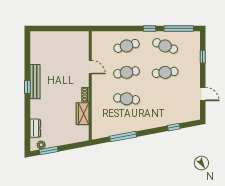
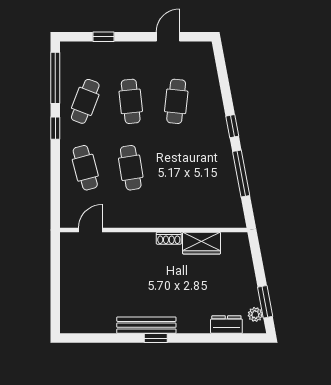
door: (90, 67) -> (90, 230), moved
cafe table: (127, 99) -> (176, 101), moved
window: (174, 127) -> (232, 126), moved

